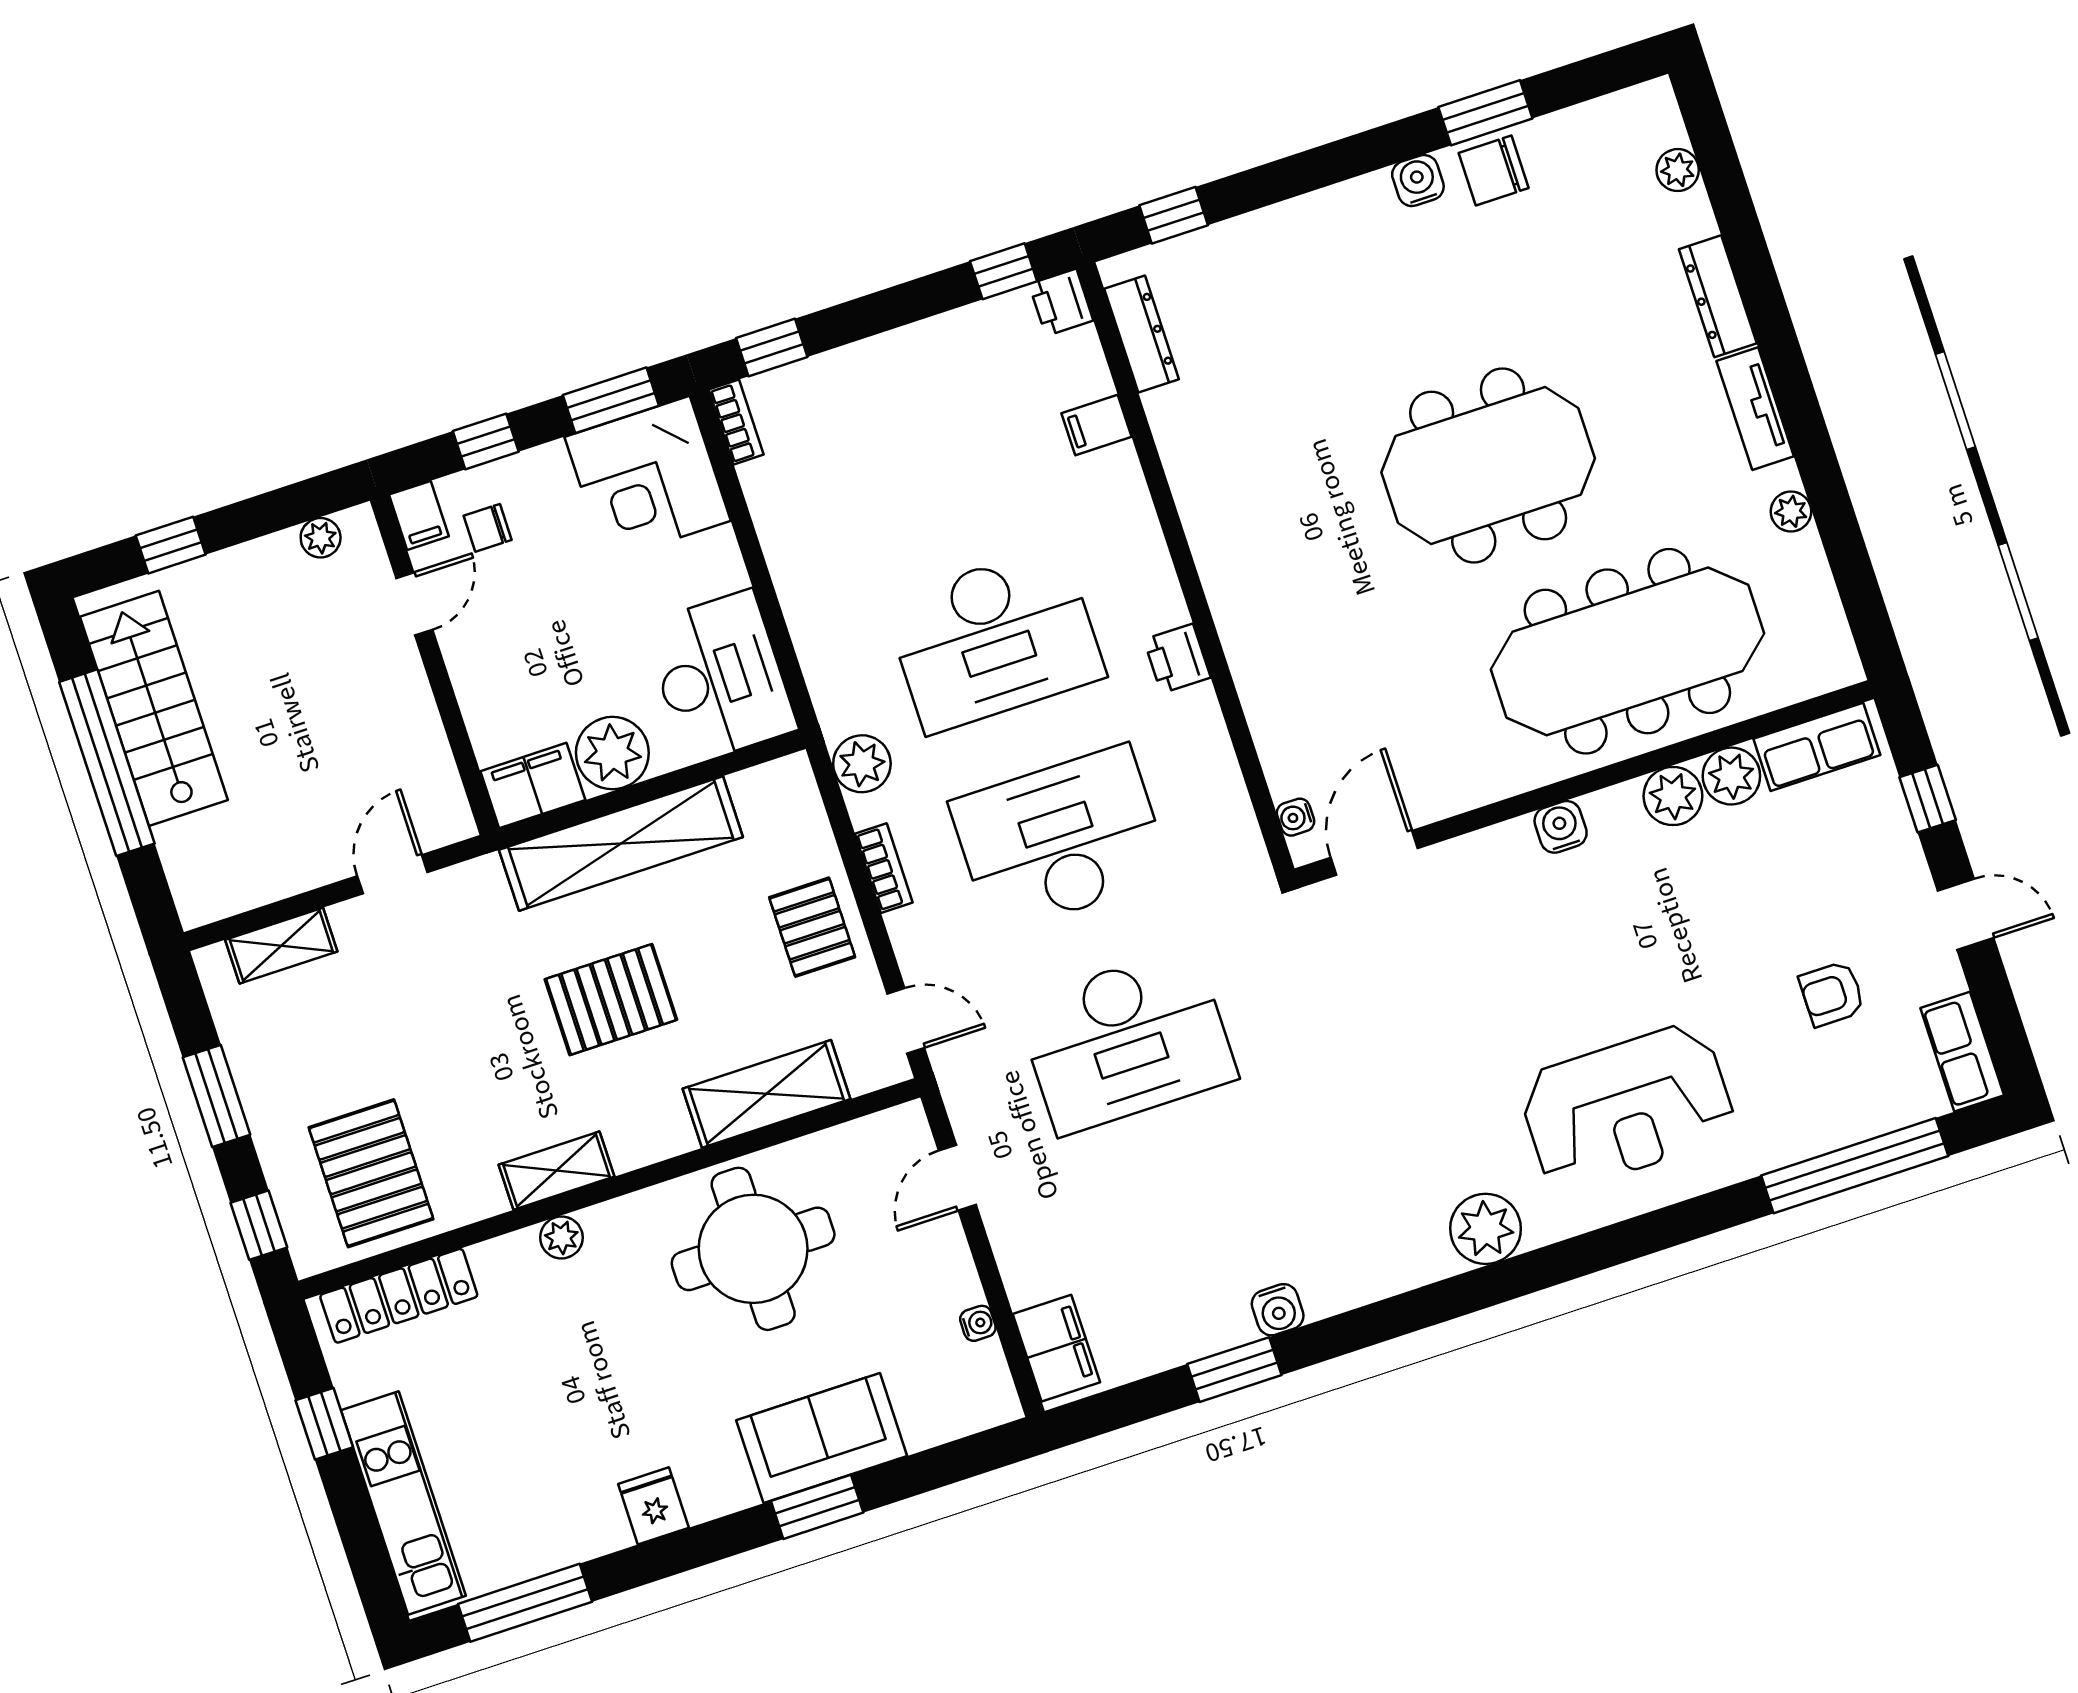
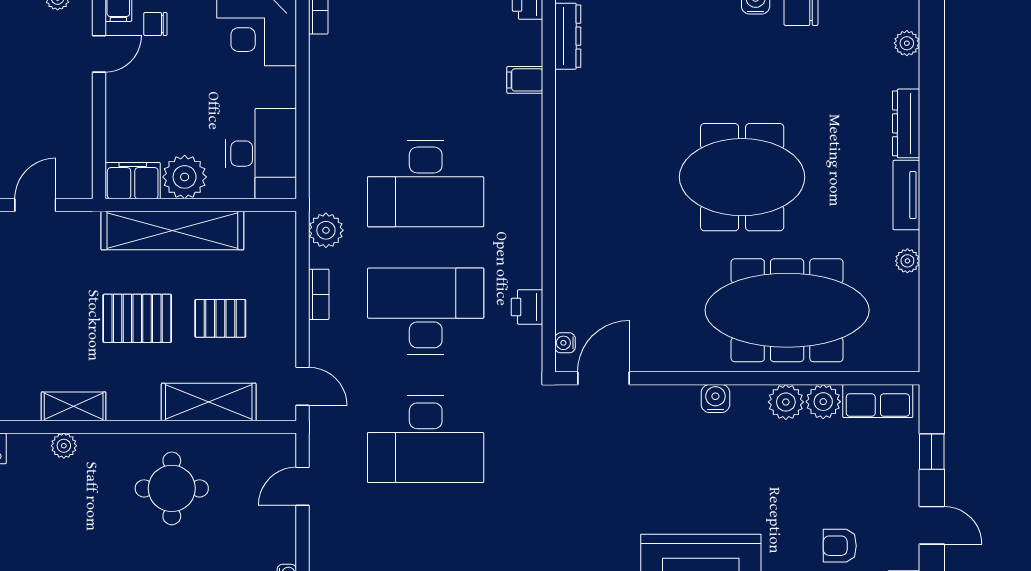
printer: (1177, 659) -> (527, 307), moved
pallet: (812, 927) -> (220, 318), moved, turned 90
round table: (753, 1249) -> (172, 488), width x0.73, depth x0.73

